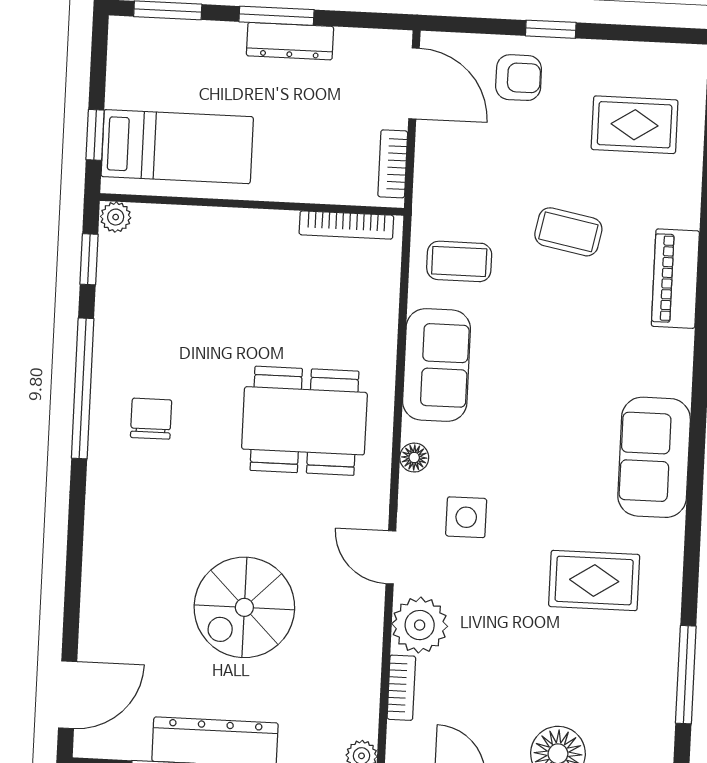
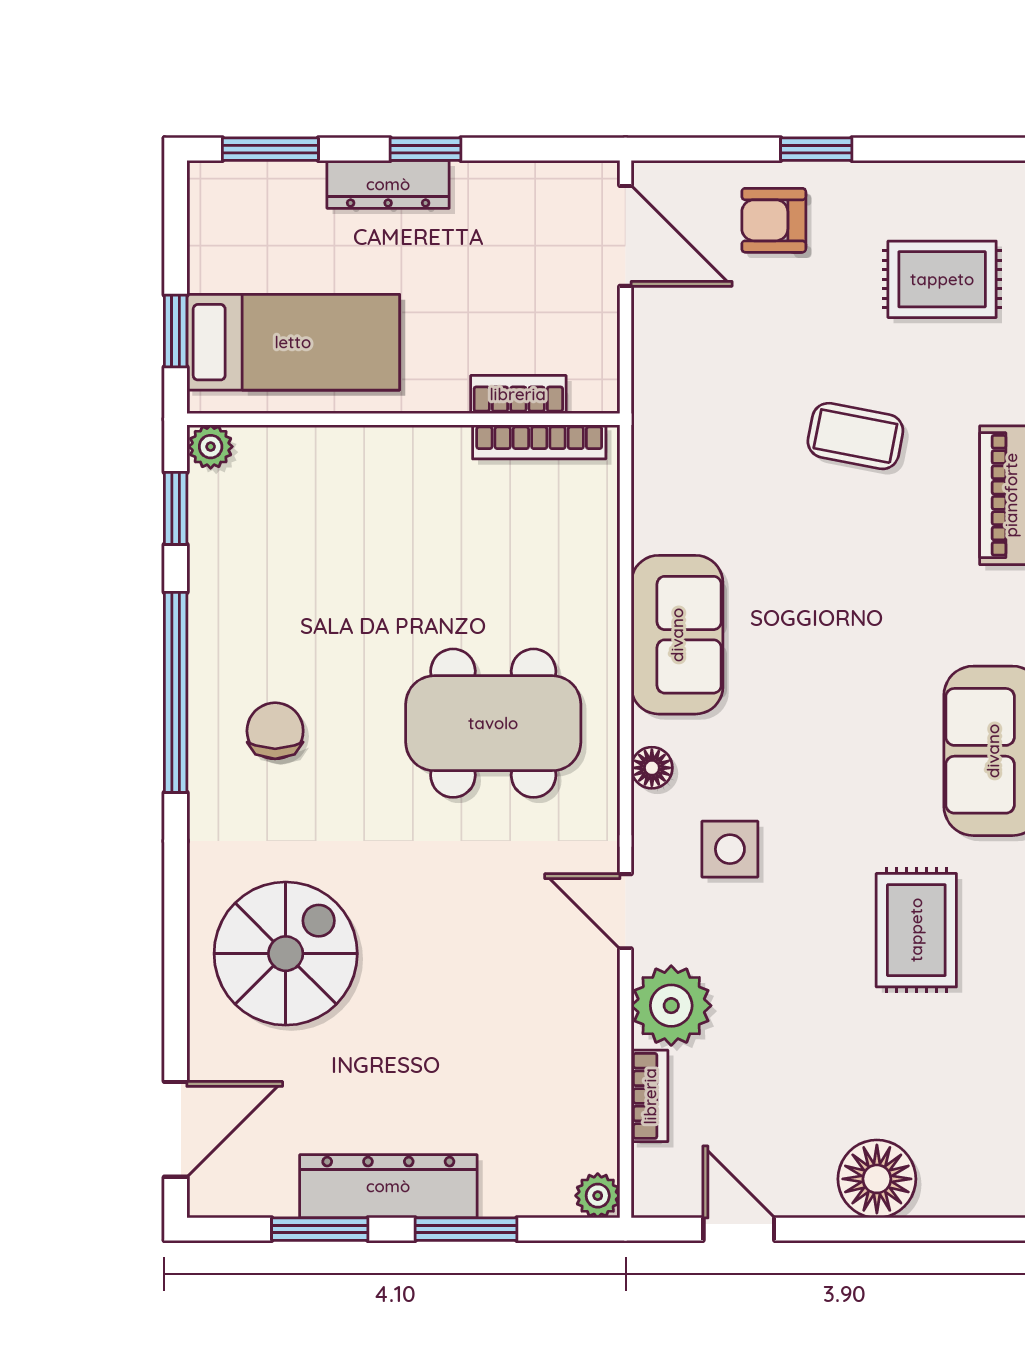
window: (277, 16) -> (425, 149), width x0.67
dresser: (290, 41) -> (388, 184), moved
armchair: (519, 78) -> (774, 220), turned 180
bookcase: (393, 164) -> (518, 394), moved, turned 90
coffee table: (459, 261) -> (702, 486), removed
rug: (594, 581) -> (916, 930), turned 90
spiral stairs: (244, 607) -> (286, 954), moved, turned 180

